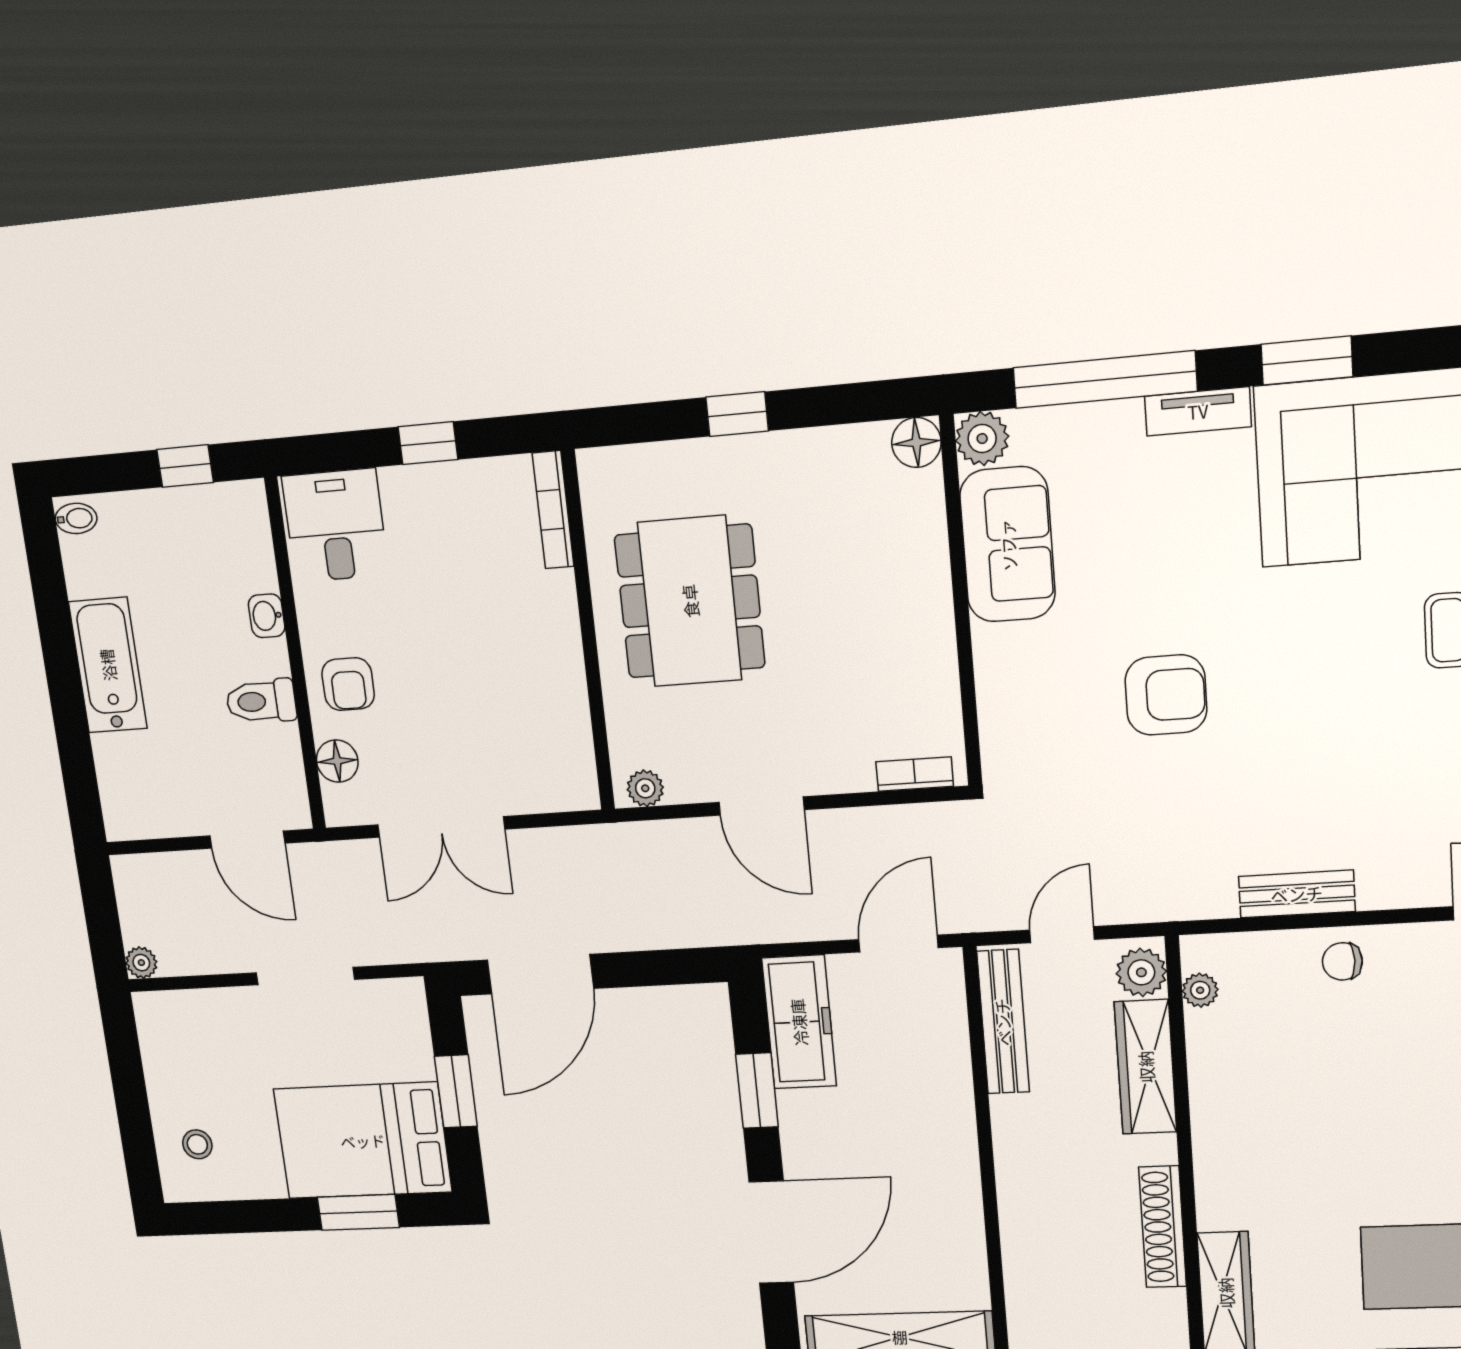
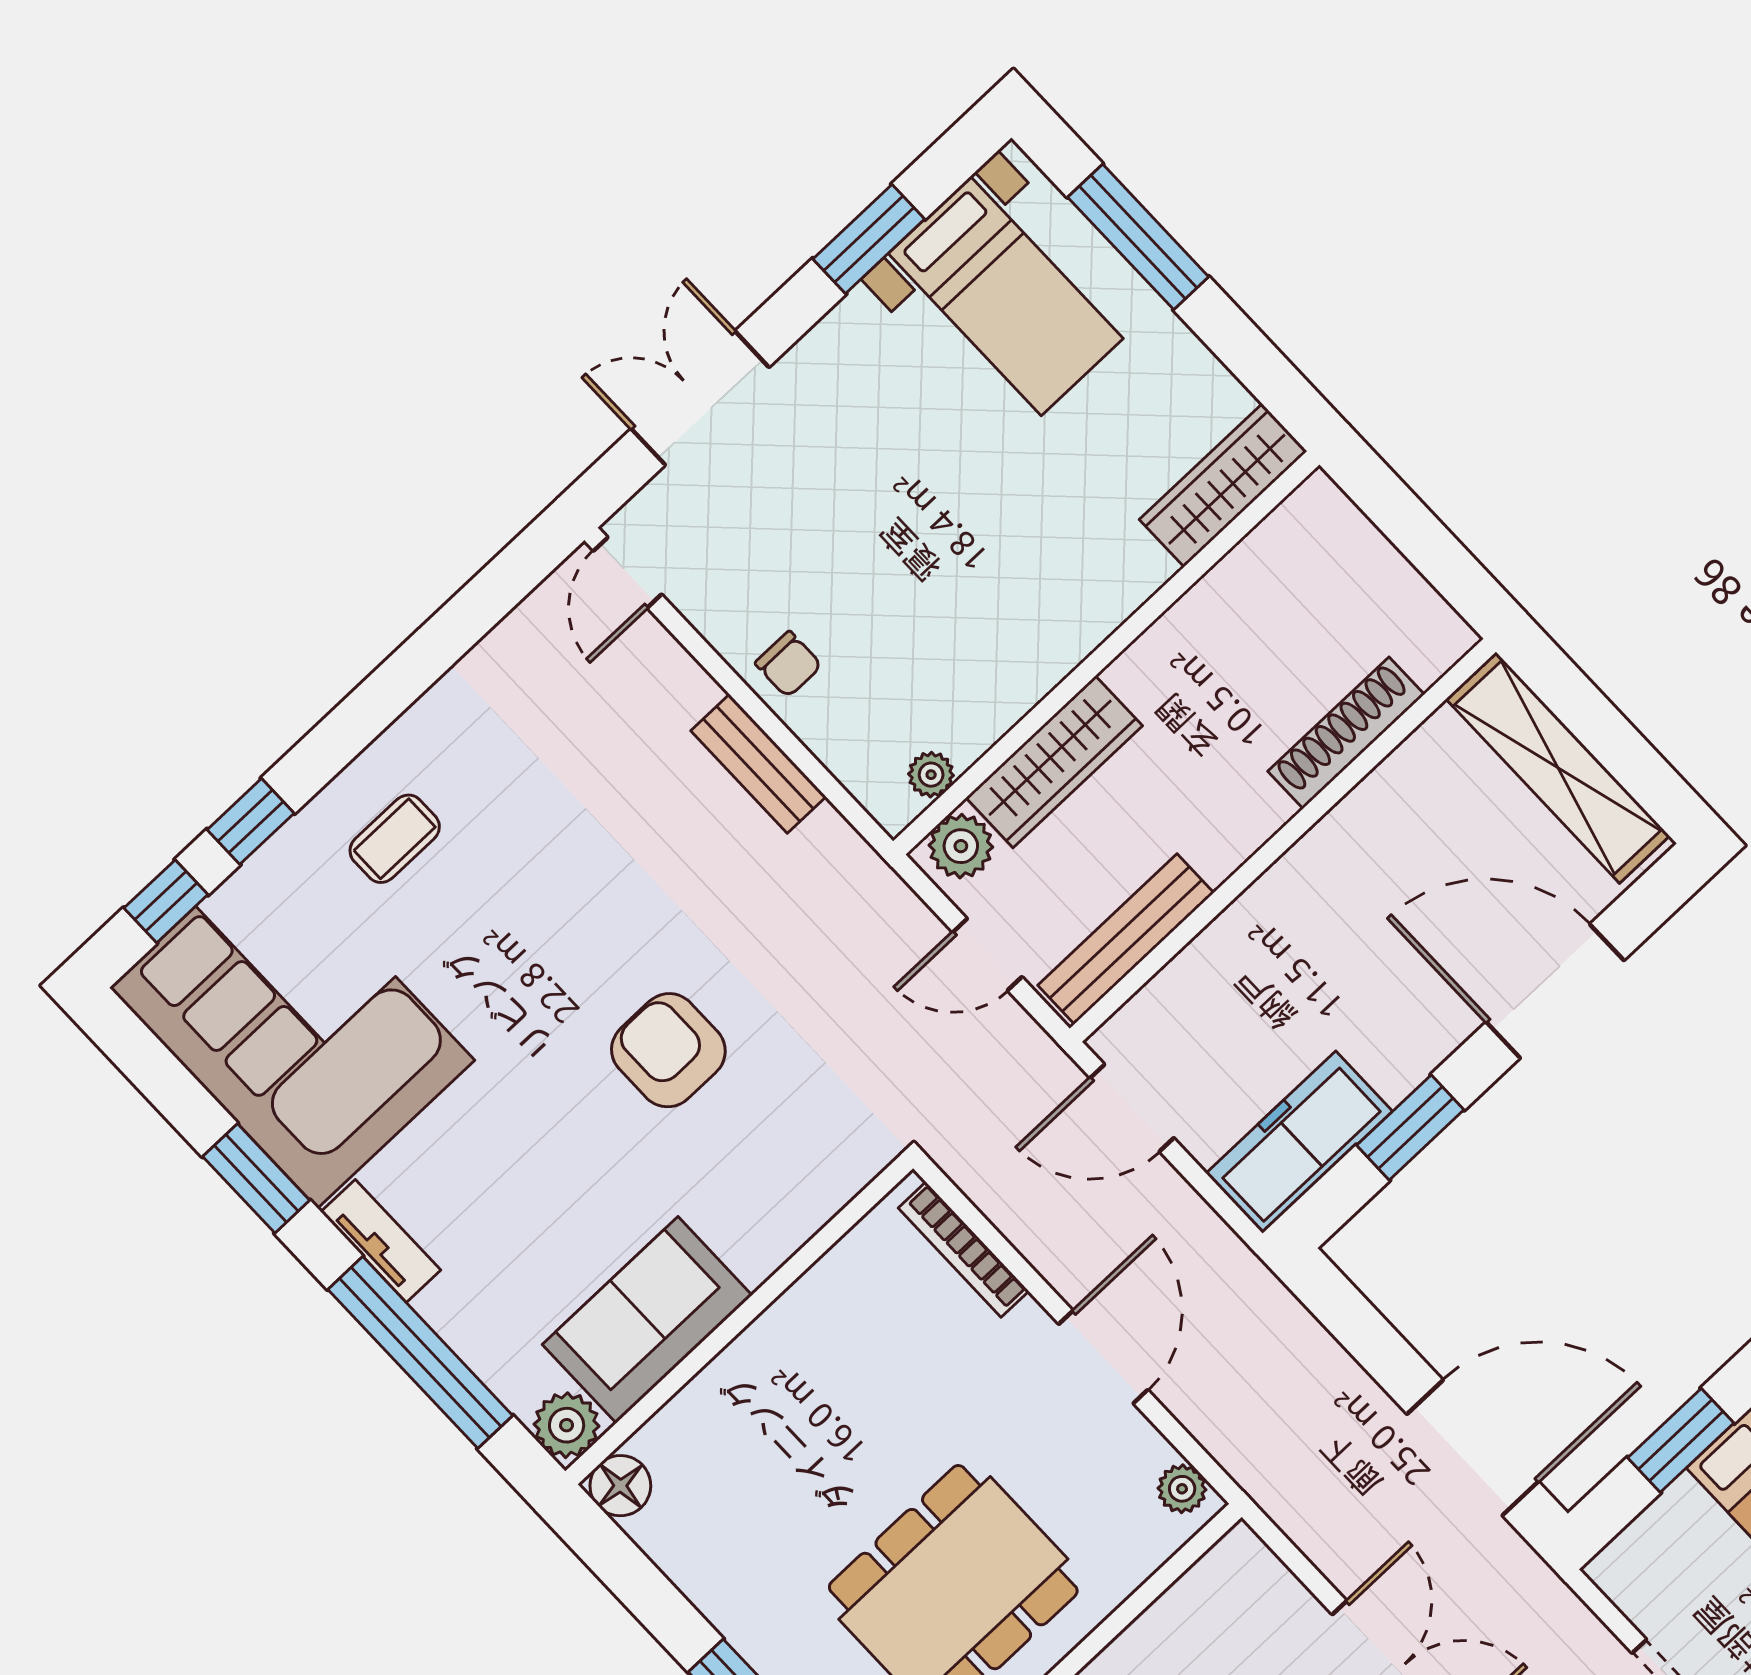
bookcase: (915, 774) -> (963, 1250), width x1.56
shoe rack: (1163, 1227) -> (1346, 733), moved, turned 180

